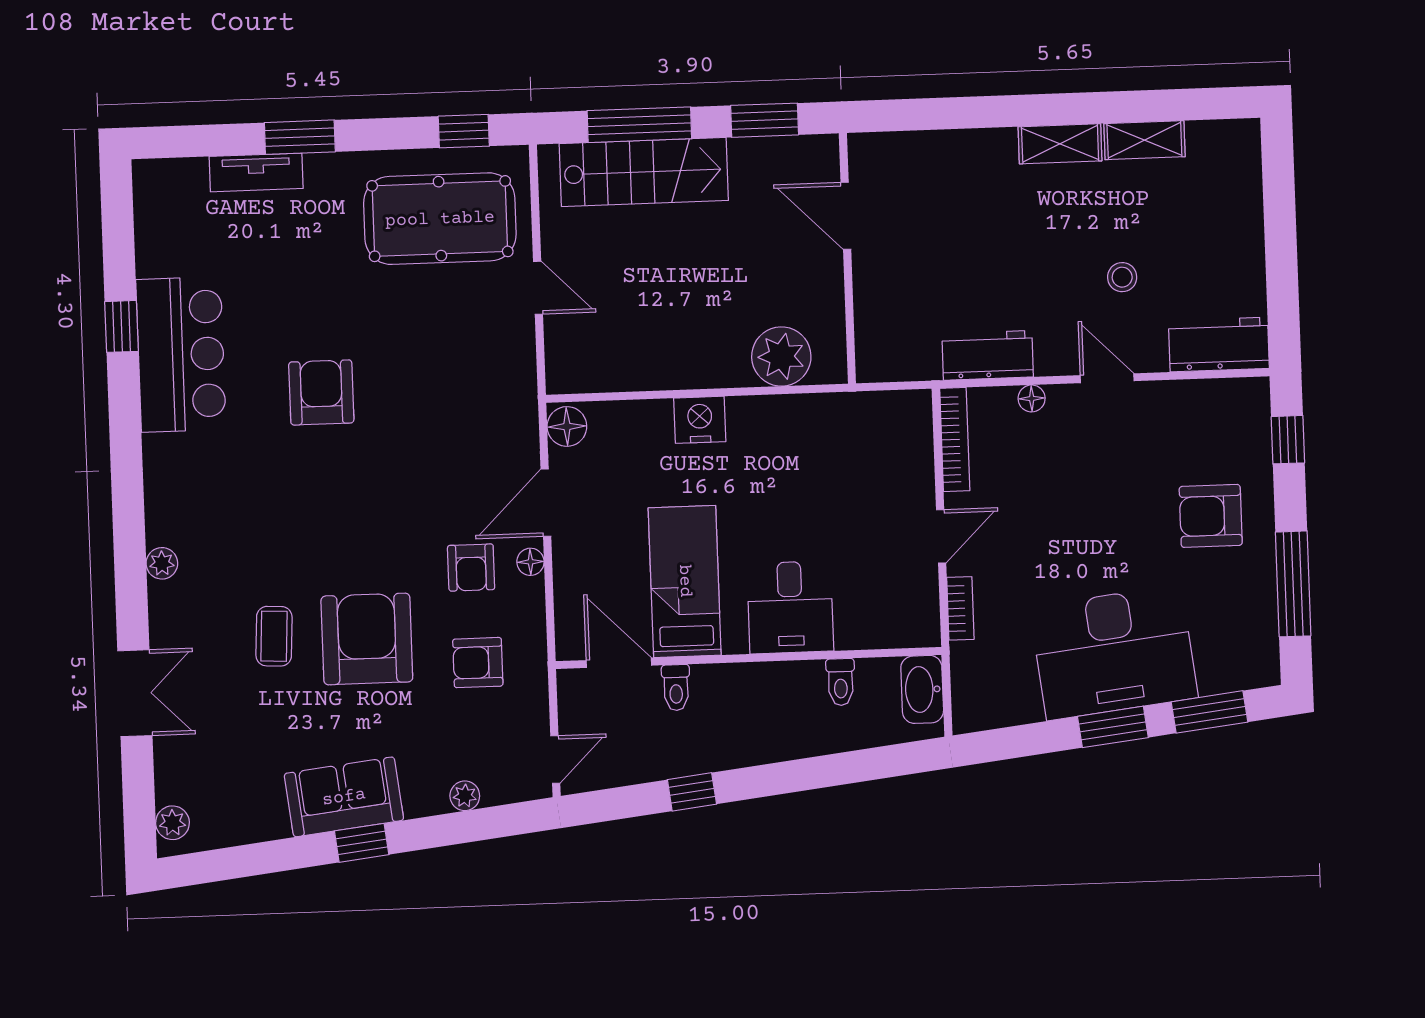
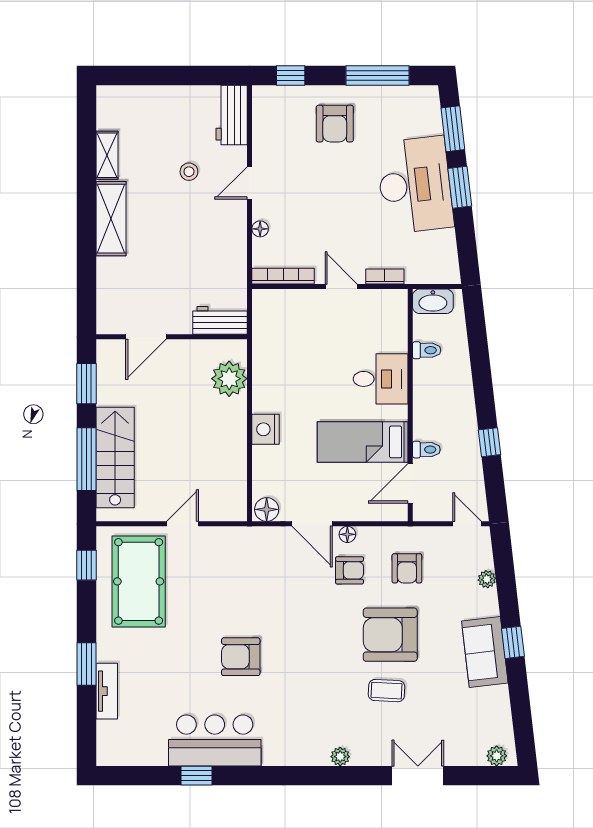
shelving: (1060, 144) -> (111, 219), width x1.50, depth x1.33
workbench: (988, 355) -> (220, 320), moved, turned 90

